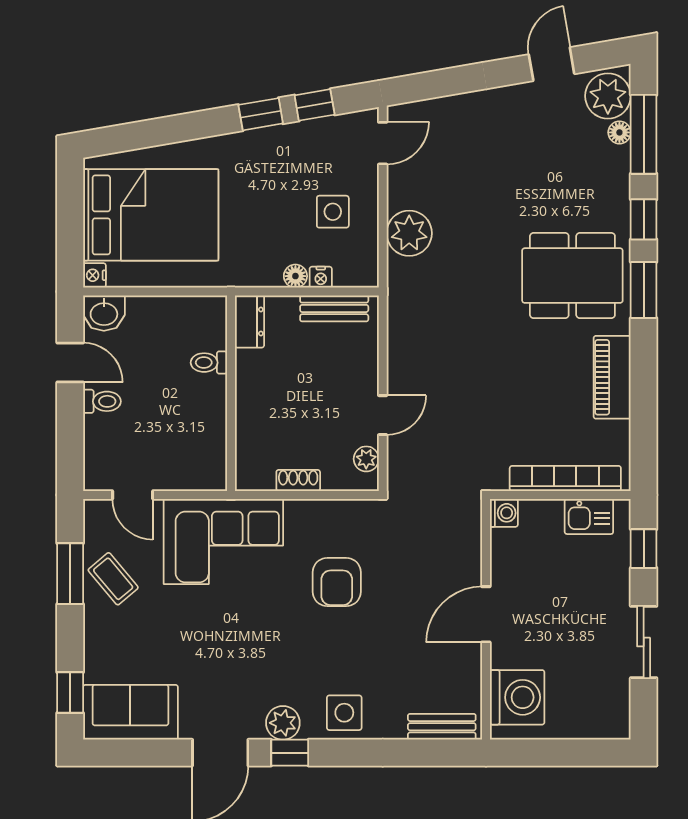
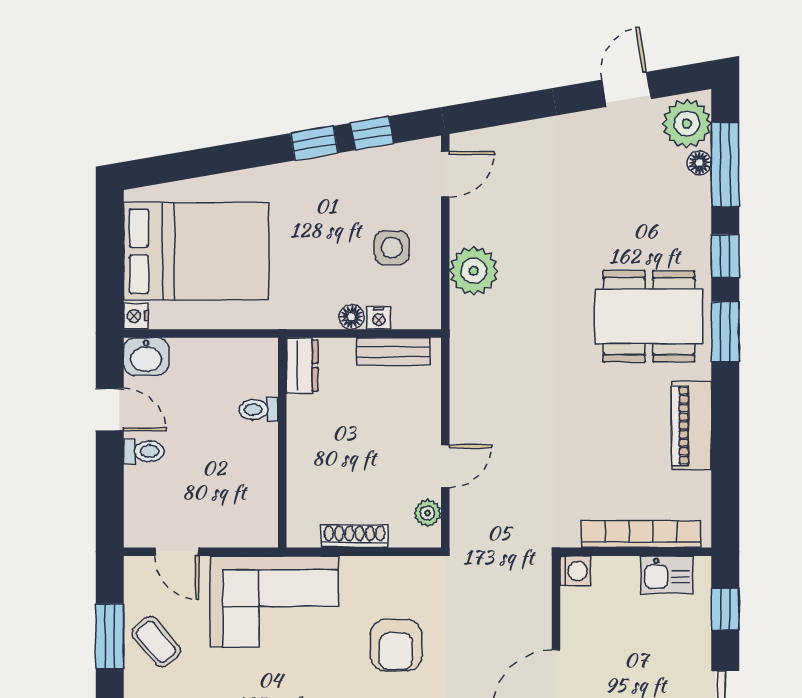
shoe rack: (298, 480) -> (354, 536), width x1.43

